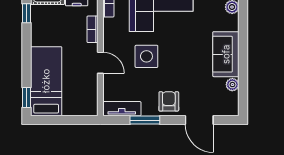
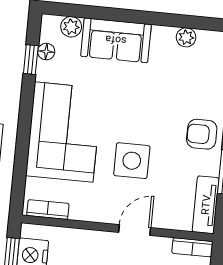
bookcase: (92, 29) -> (192, 247), moved
sofa: (226, 54) -> (116, 40), moved

